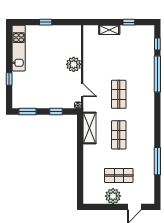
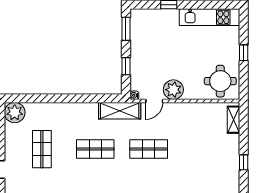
shelving: (109, 30) -> (233, 120), moved
round table: (67, 40) -> (220, 81), added
plant: (74, 64) -> (173, 90), moved
shelving: (90, 128) -> (120, 111), moved
plant: (113, 196) -> (15, 113), moved

